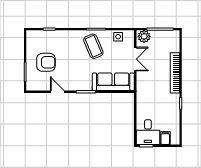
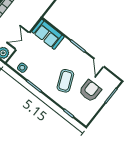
coffee table: (93, 46) -> (65, 81), moved
armchair: (46, 62) -> (90, 91), turned 90
sofa: (113, 82) -> (48, 34), width x0.73

